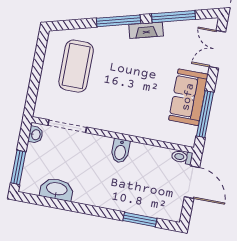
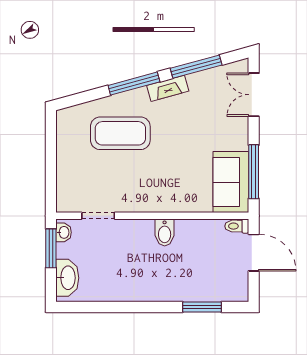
coffee table: (76, 66) -> (120, 133), moved, turned 90
sofa: (188, 97) -> (231, 182), moved
doorway: (67, 126) -> (98, 216), width x0.73
window: (18, 167) -> (51, 248), moved
washbasin: (57, 189) -> (67, 278), moved, turned 90

